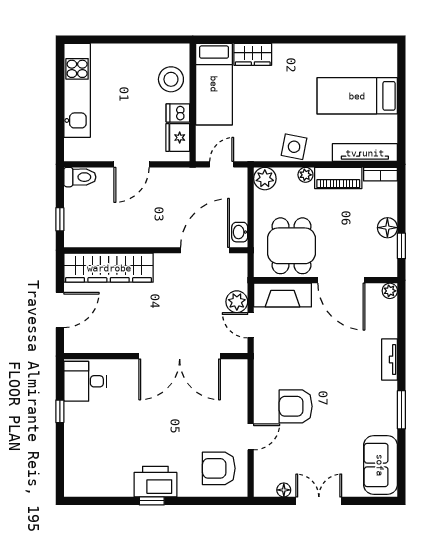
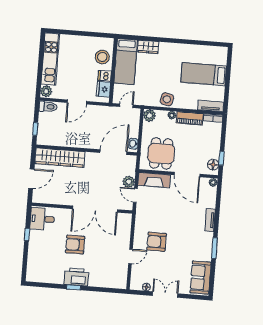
plant: (74, 149) -> (46, 91), added
tv unit: (365, 153) -> (211, 106), width x0.71
floor lamp: (387, 228) -> (213, 165), moved
armchair: (219, 468) -> (75, 245), moved

